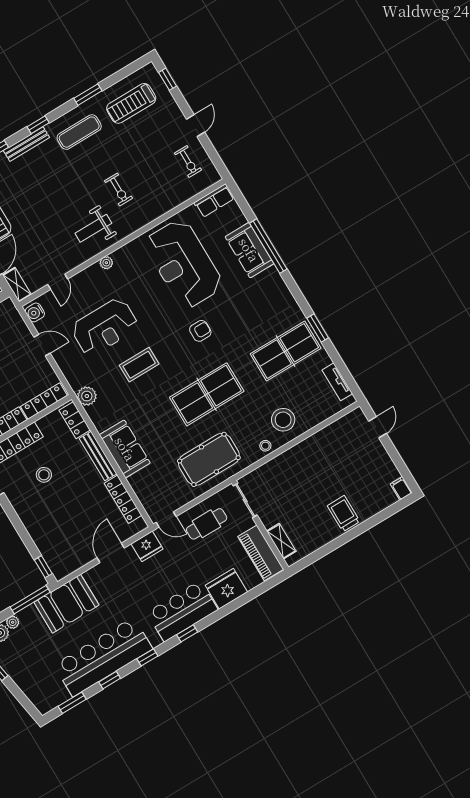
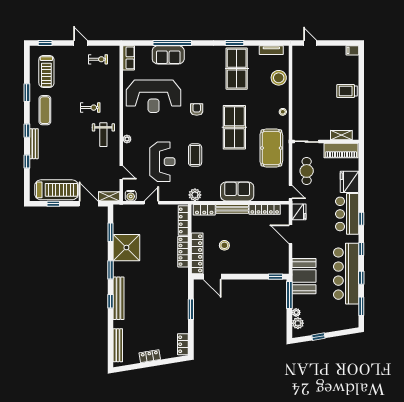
stool: (283, 420) -> (279, 78), moved
door: (166, 519) -> (290, 192), hinge flipped

